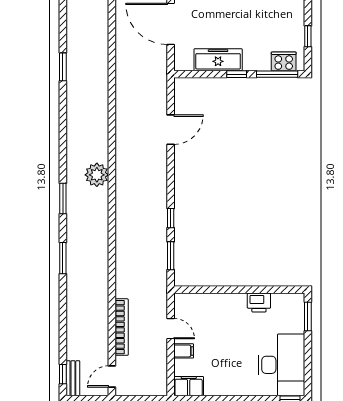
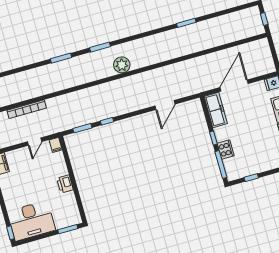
freezer: (218, 60) -> (216, 110), moved
cooker: (284, 61) -> (226, 150), moved
door: (171, 130) -> (165, 105), hinge flipped
printer: (259, 303) -> (65, 184), moved
filing cabinet: (184, 351) -> (56, 145), moved

